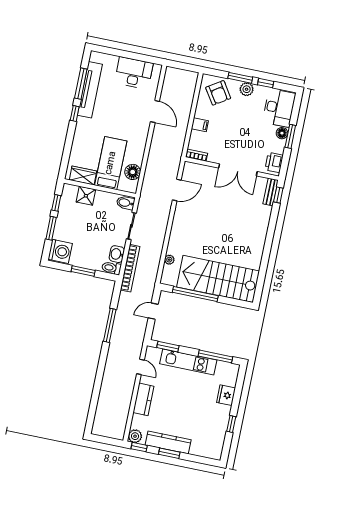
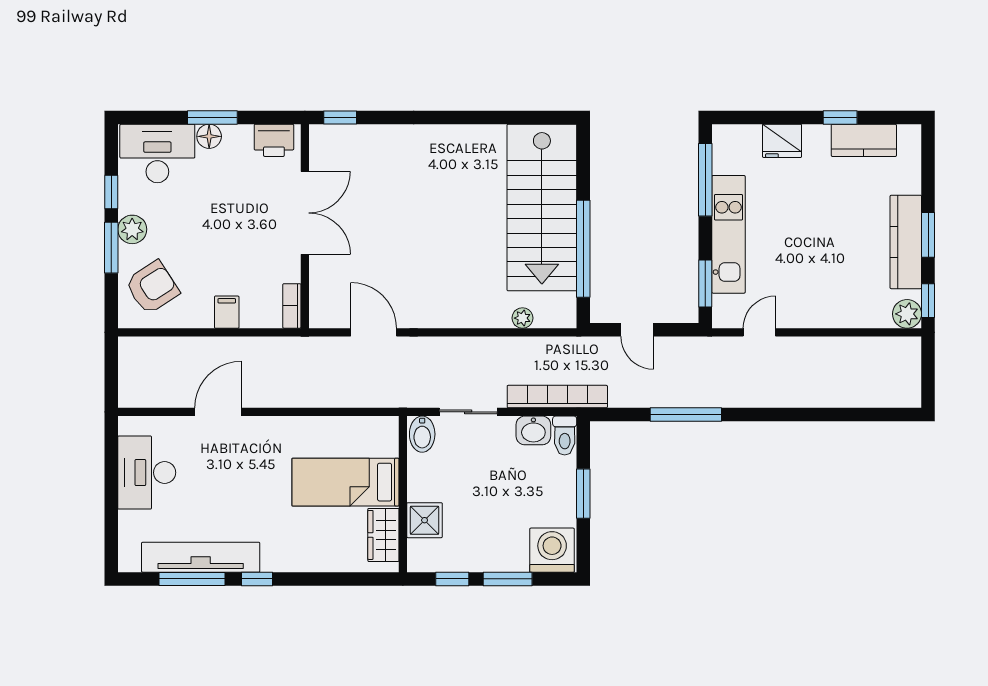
floor lamp: (133, 172) -> (355, 432), removed
bench: (271, 192) -> (337, 135), removed
kitchen counter: (143, 399) -> (864, 140), moved, turned 180

